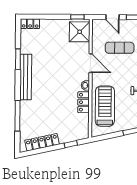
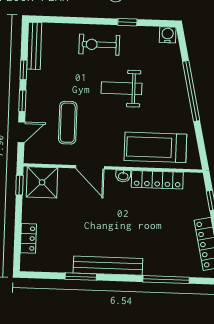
locker: (30, 24) -> (28, 238), moved
door: (91, 63) -> (90, 167), swing flipped
locker: (84, 102) -> (157, 180), width x1.53

